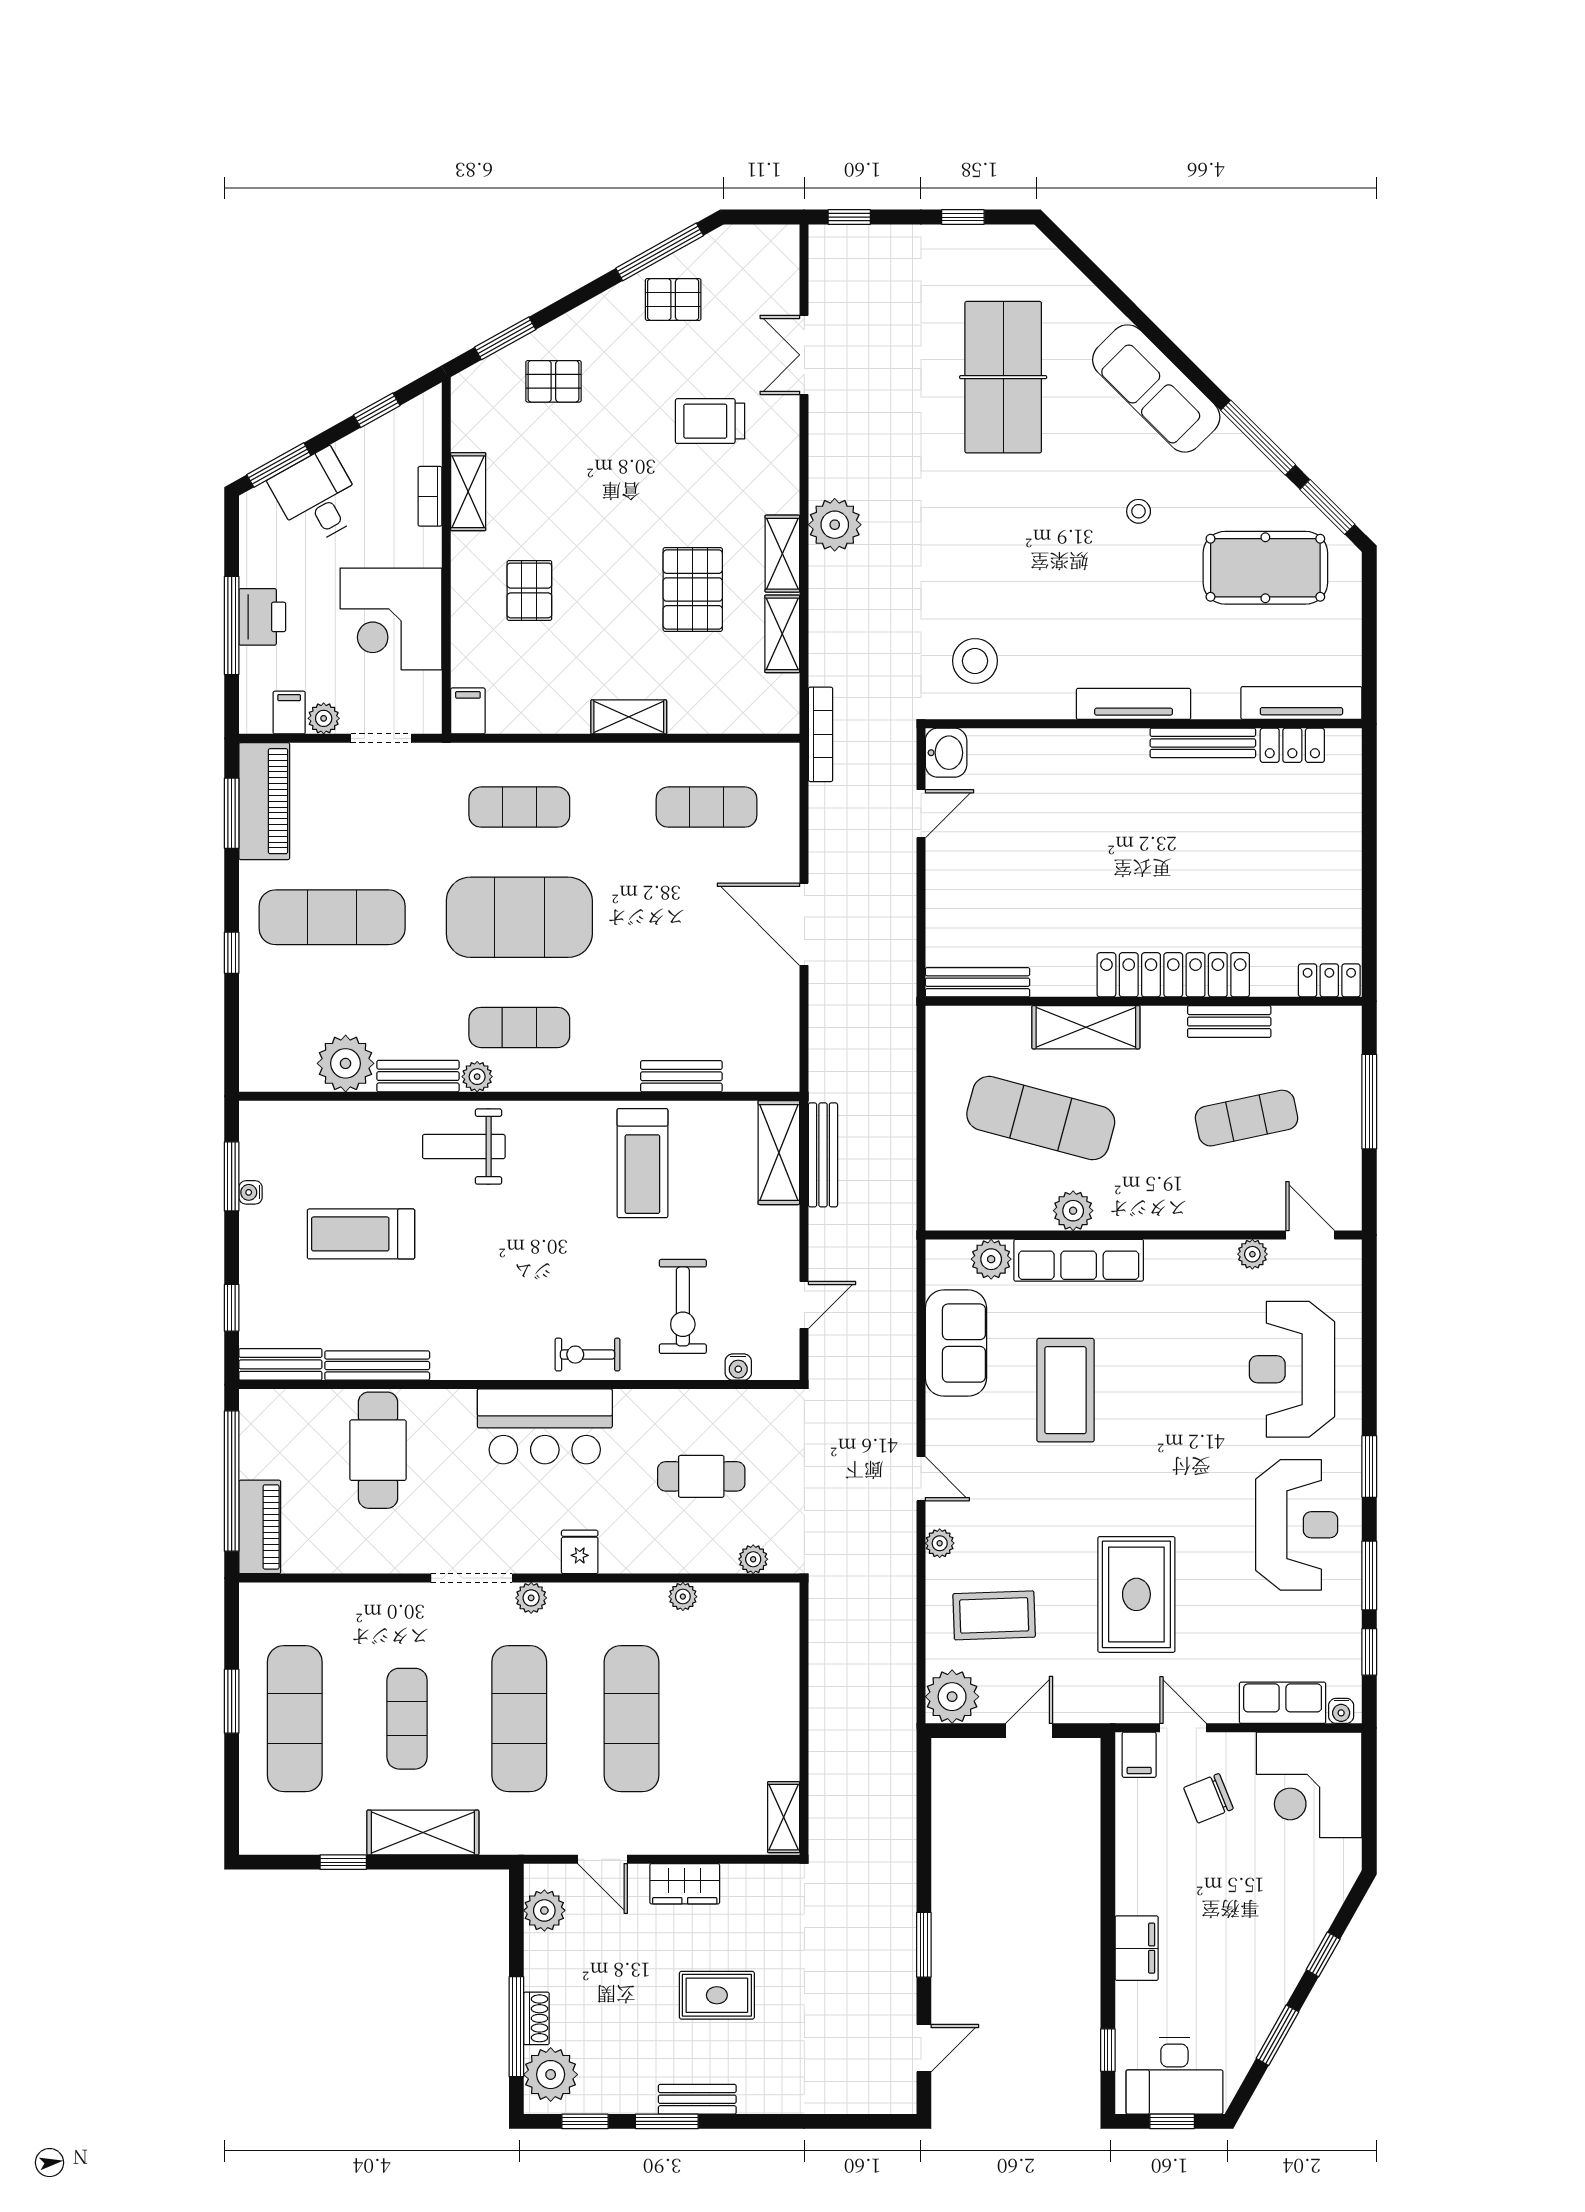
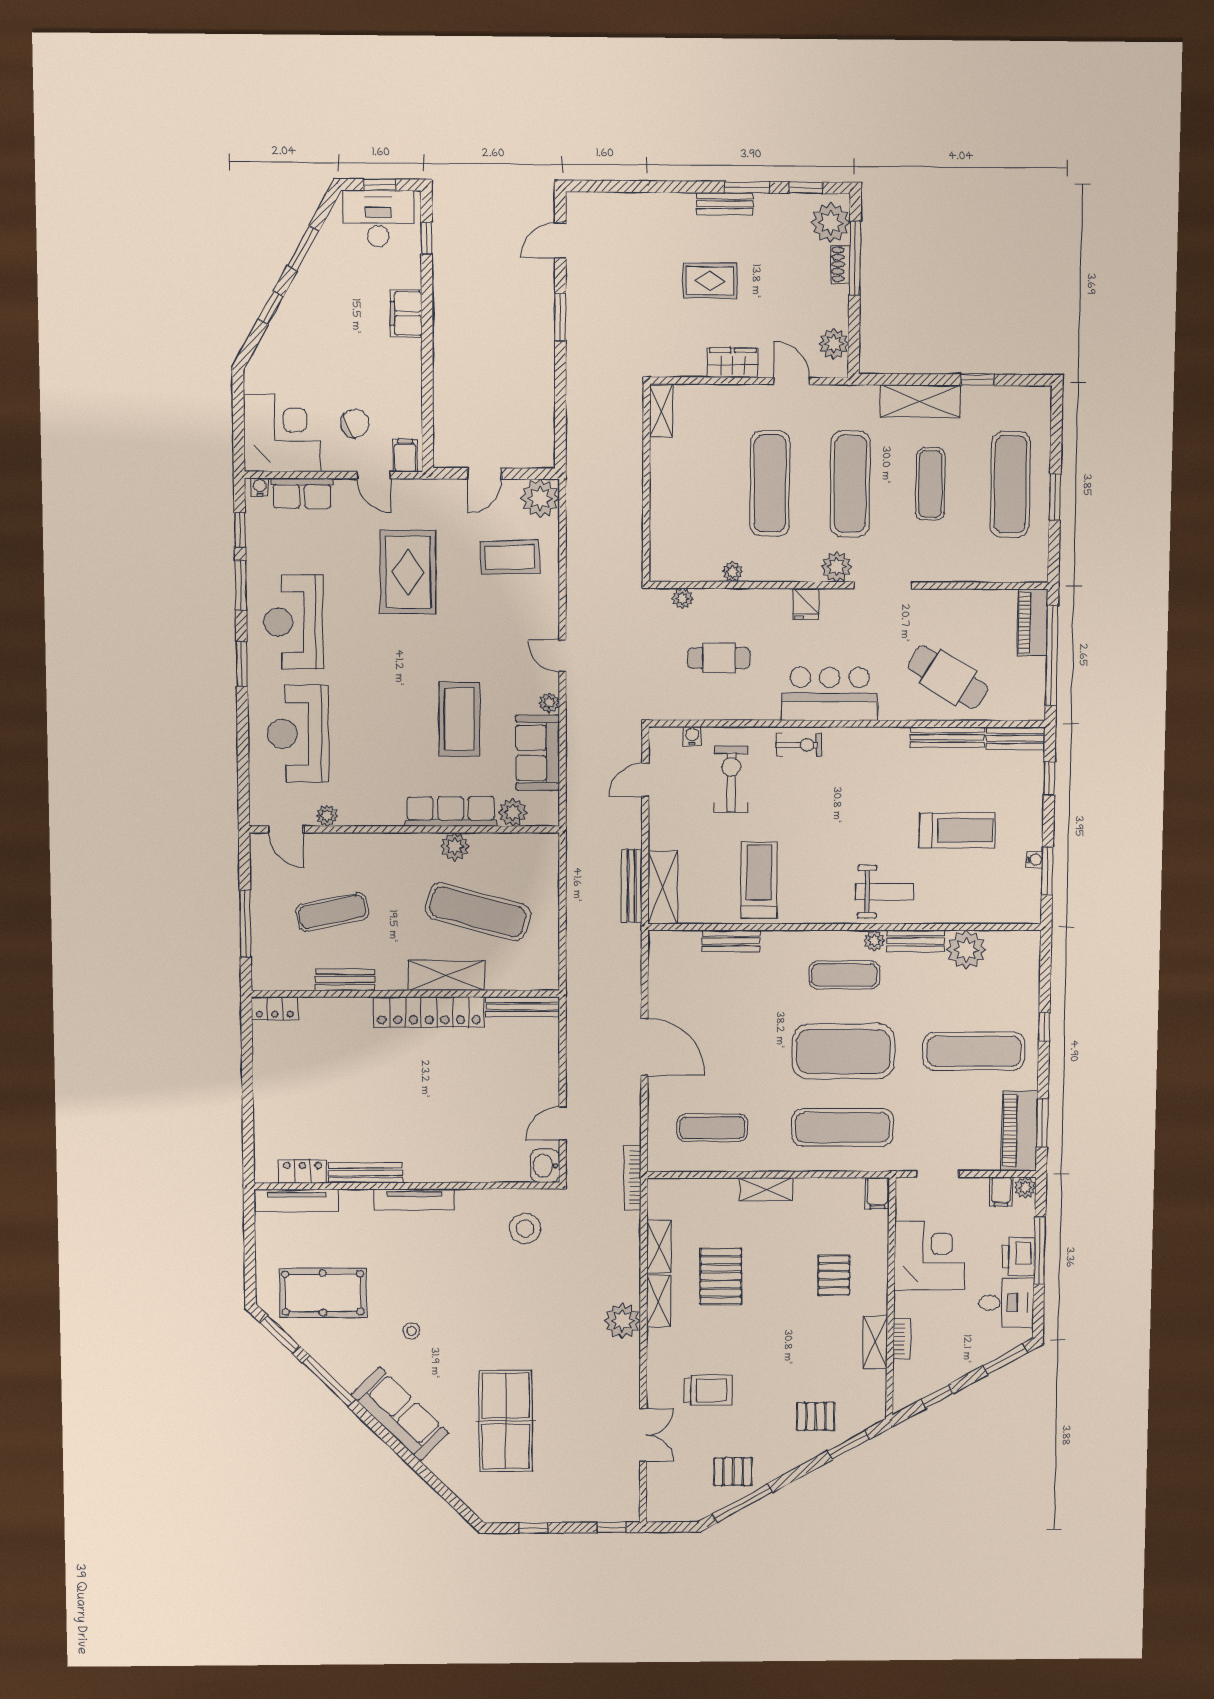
desk: (317, 497) -> (1006, 1303), moved, turned -61
plant: (324, 718) -> (1025, 1188), moved
exercise mat: (519, 807) -> (843, 1127), width x1.36, depth x1.45
locker: (1173, 975) -> (429, 1012), moved
reception desk: (1292, 1369) -> (298, 734), turned 180
cafe table: (378, 1450) -> (948, 677), turned -58
plant: (940, 1543) -> (549, 703), moved
plant: (531, 1598) -> (837, 567), width x1.38, depth x1.38

